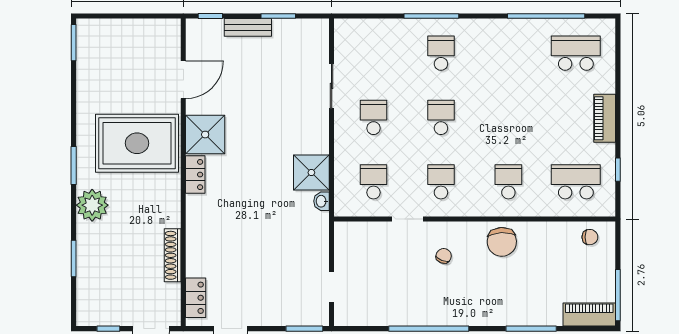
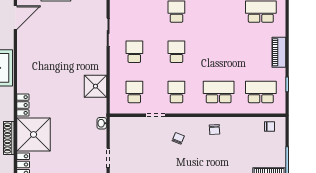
door: (183, 80) -> (15, 18), moved
shower: (205, 135) -> (34, 134), moved, width x1.37, depth x1.37
locker: (195, 175) -> (23, 105), moved
school desk: (508, 182) -> (219, 92), width x1.85
washbasin: (322, 201) -> (102, 123), moved
chair: (502, 242) -> (215, 130), width x0.54, depth x0.54

